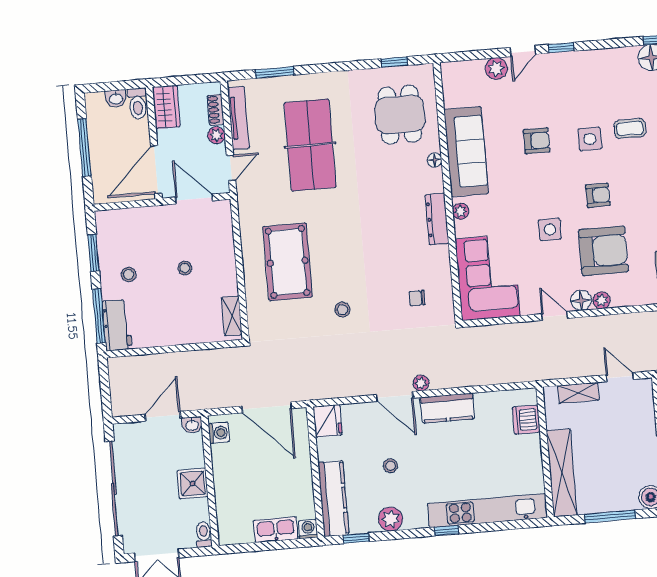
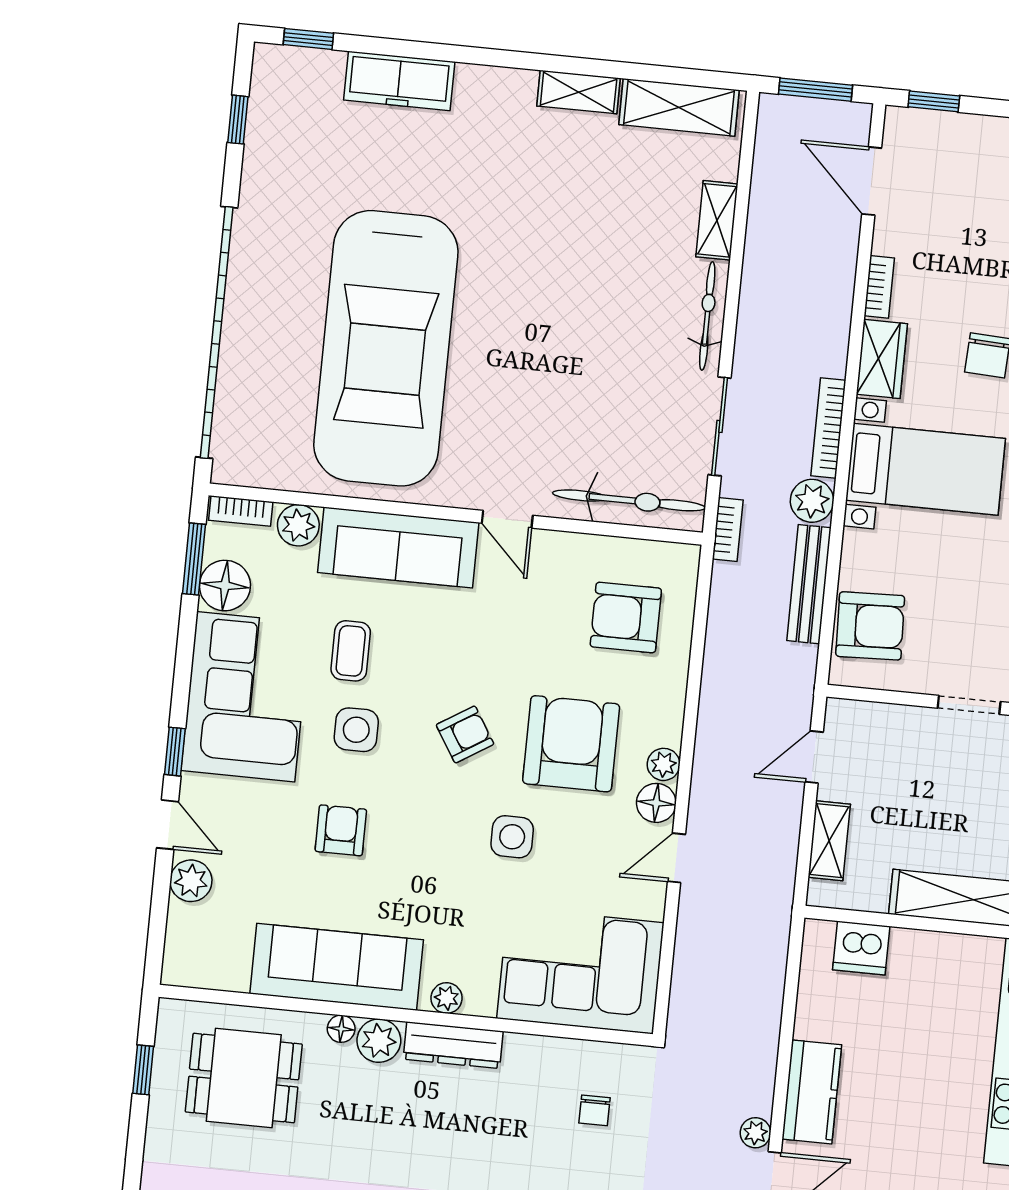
corner sofa: (596, 79) -> (246, 697), added
plant: (432, 181) -> (379, 1041), added
armchair: (598, 195) -> (465, 734), turned 59

